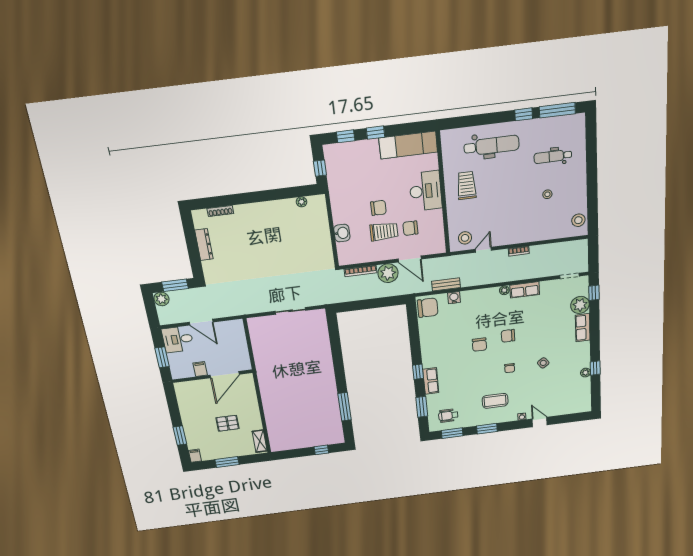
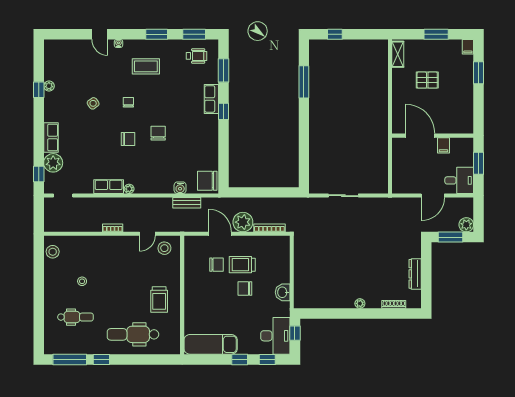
desk: (425, 191) -> (275, 336), moved, turned 180
plant: (302, 202) -> (360, 303), moved
washbasin: (342, 233) -> (283, 292), moved
door: (201, 322) -> (433, 196), swing flipped
door: (225, 375) -> (420, 136), hinge flipped

